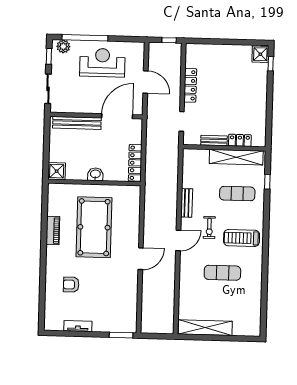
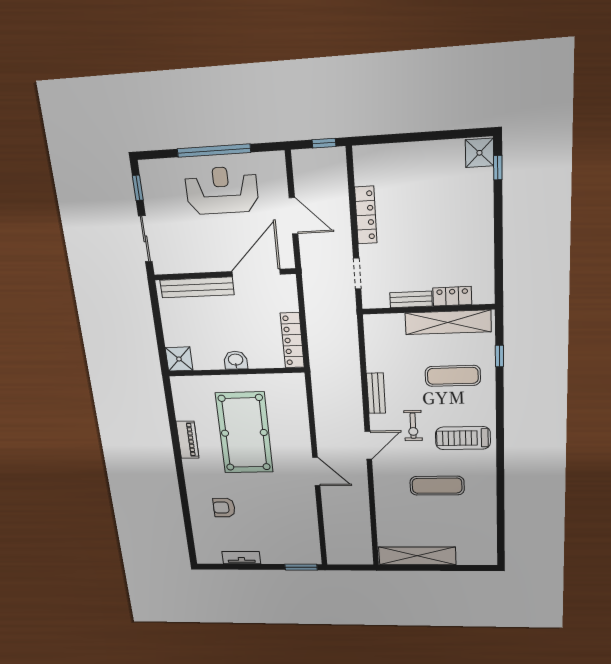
window: (85, 38) -> (214, 151), moved
plant: (63, 46) -> (157, 170), removed
door: (141, 259) -> (316, 471), hinge flipped

